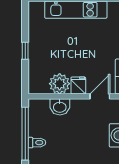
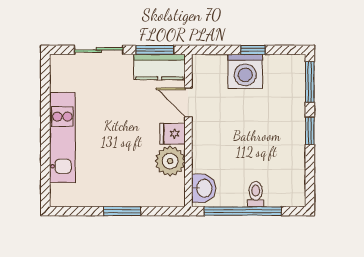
window: (25, 51) -> (122, 211), width x1.50
washbasin: (60, 107) -> (204, 188), moved

